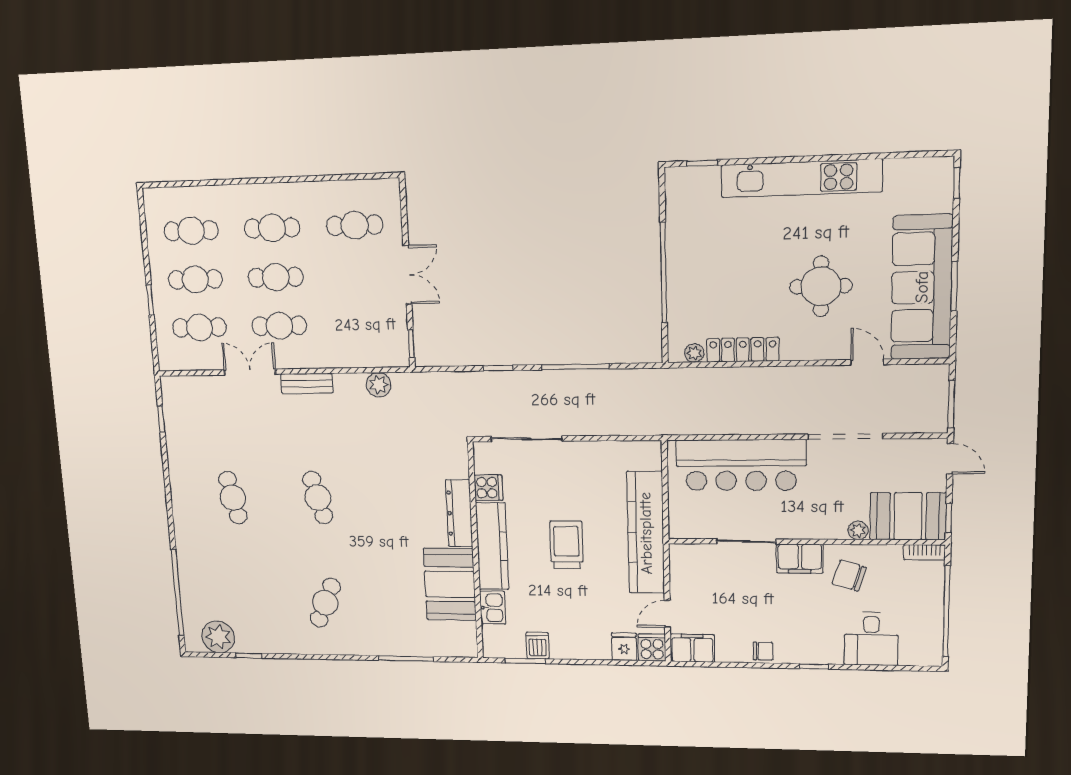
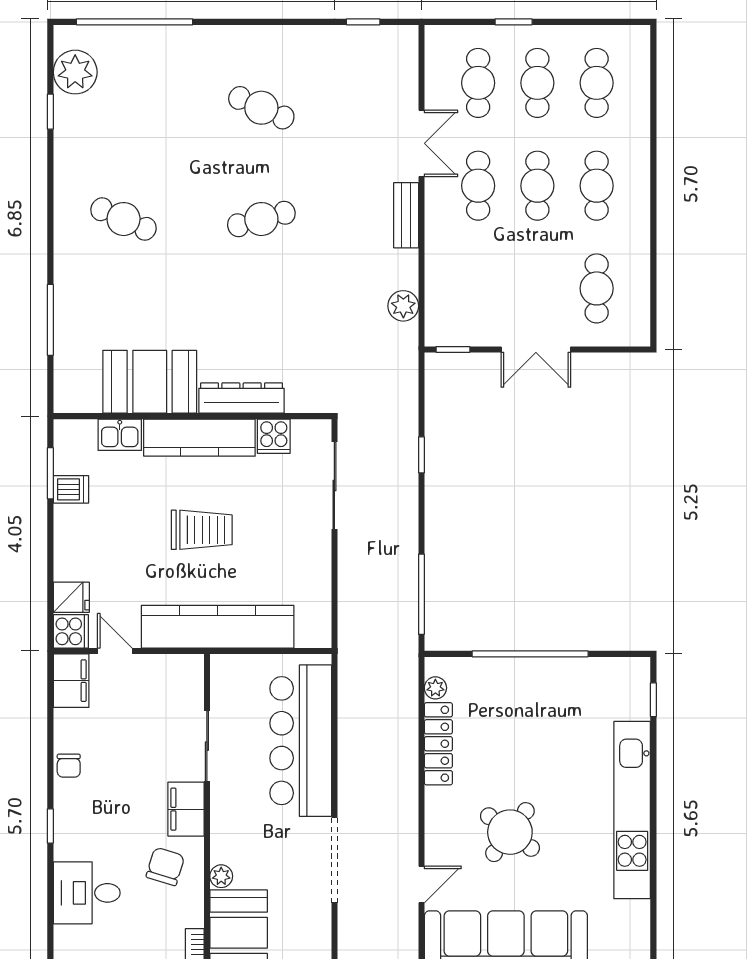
round table: (821, 286) -> (510, 832), turned 37
window: (575, 367) -> (421, 594), moved
cafe table: (233, 498) -> (261, 108), turned 36

